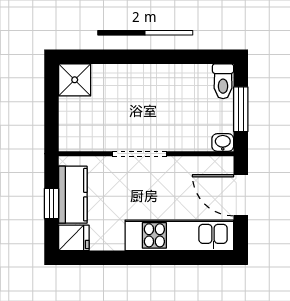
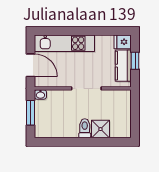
shower: (75, 80) -> (100, 129), moved
toilet: (223, 81) -> (85, 128), moved

